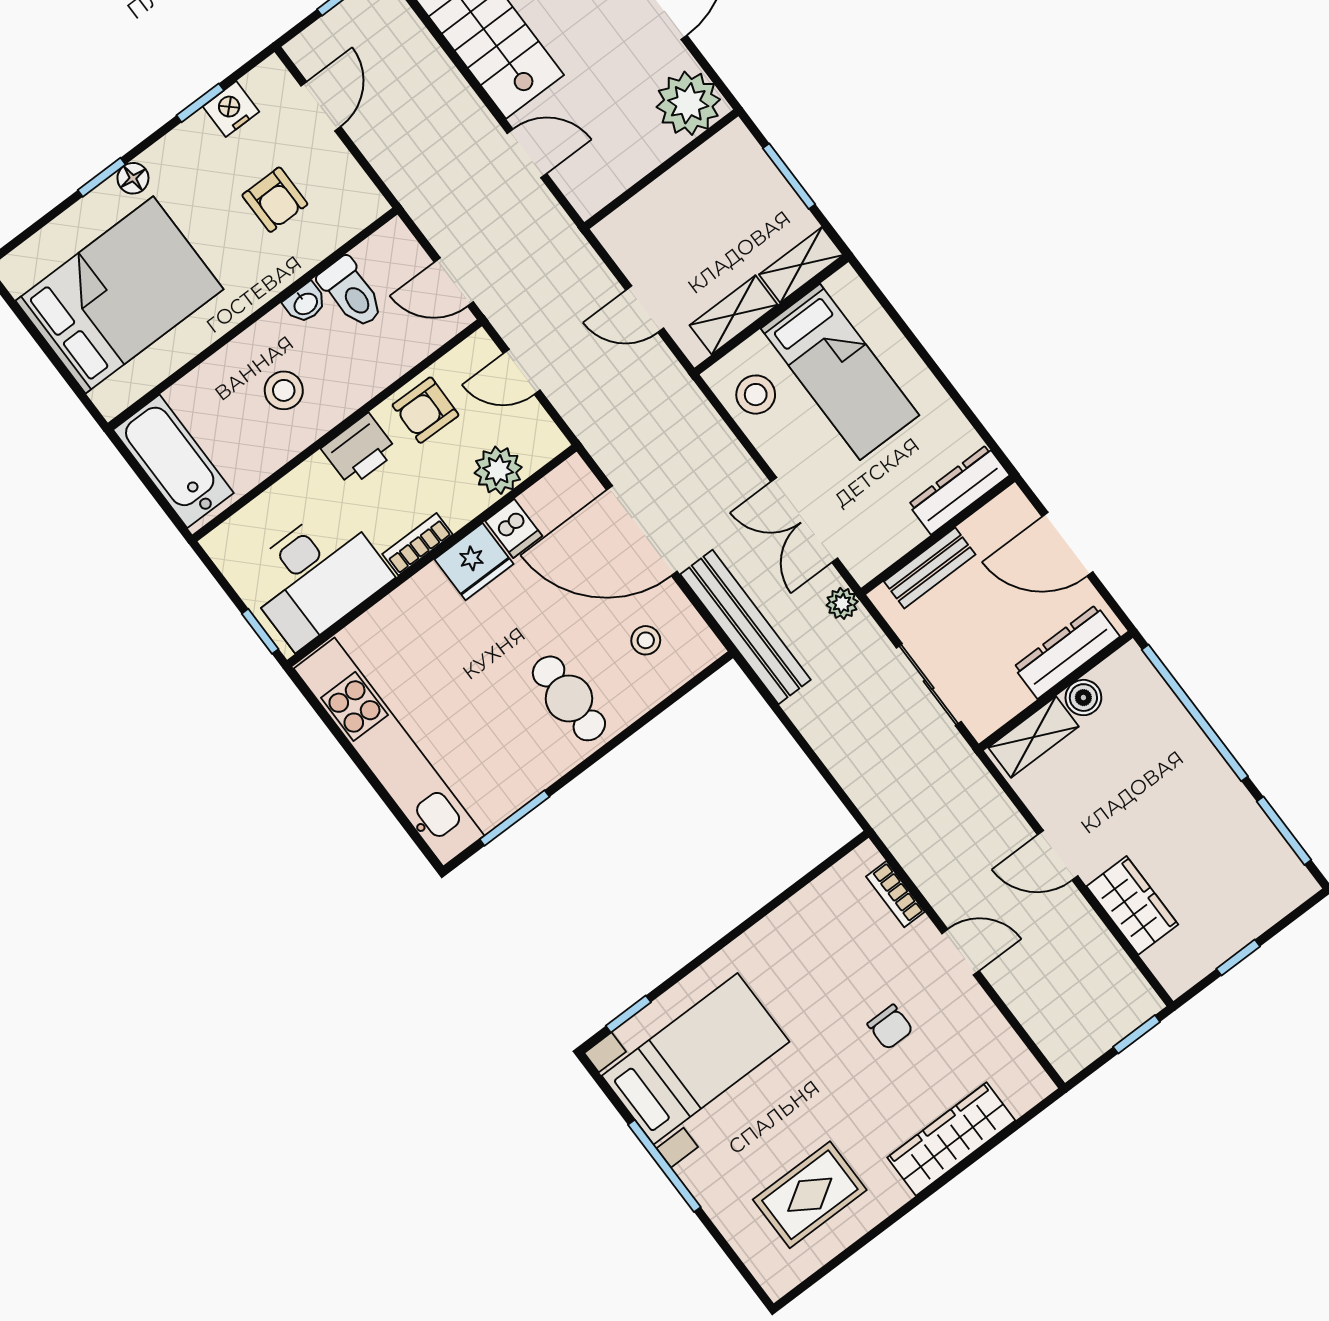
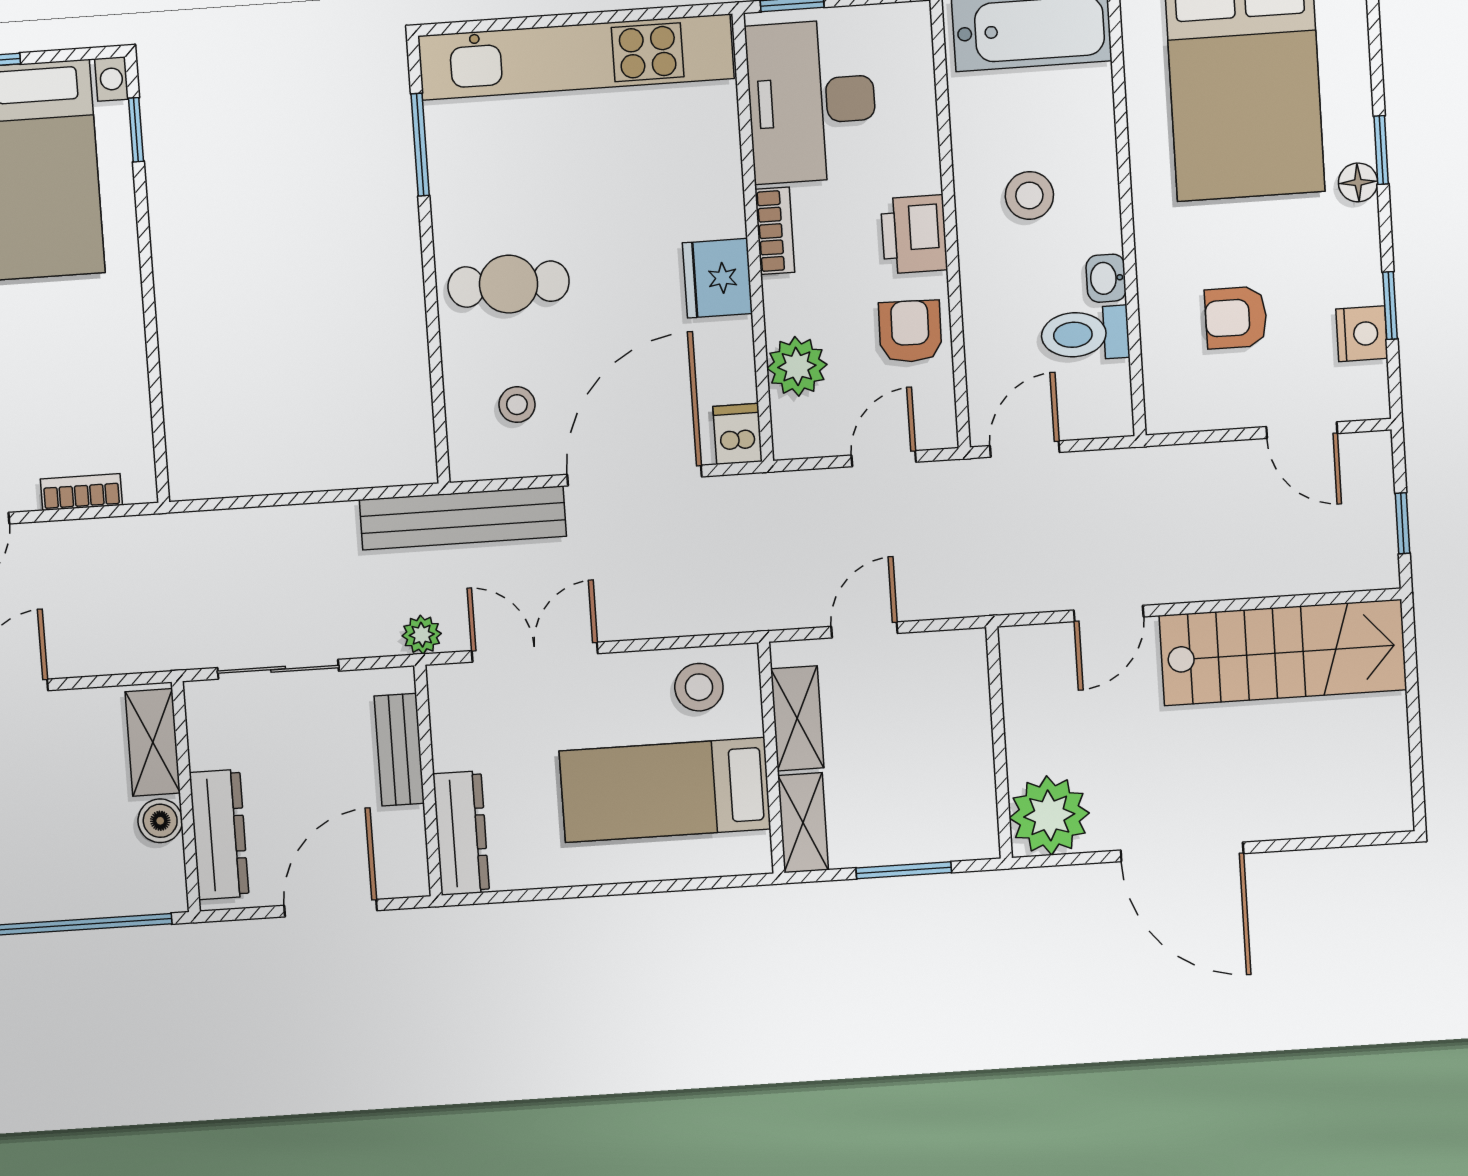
dishwasher: (514, 528) -> (738, 434), moved, turned 90

